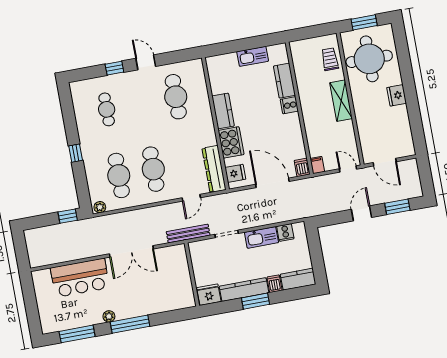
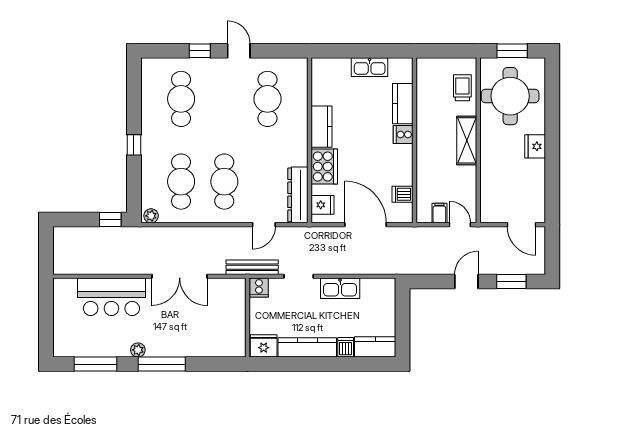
cafe table: (107, 109) -> (181, 99), width x1.37, depth x1.35
door: (385, 162) -> (522, 225), moved
filing cabinet: (317, 165) -> (439, 213), moved
dishwasher: (302, 167) -> (402, 194), moved, turned -90
cooker: (285, 232) -> (259, 288), moved
window: (255, 301) -> (319, 364), removed

